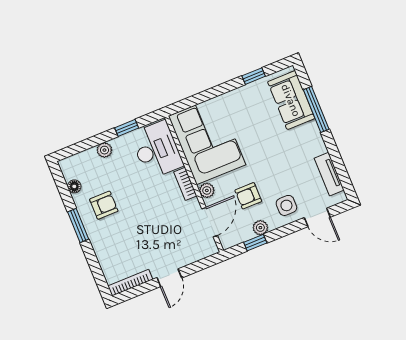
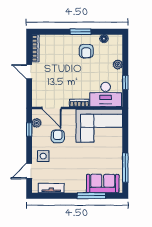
window: (254, 76) -> (125, 168), width x2.17
plant: (207, 190) -> (71, 114), removed
plant: (260, 228) -> (37, 123), moved

